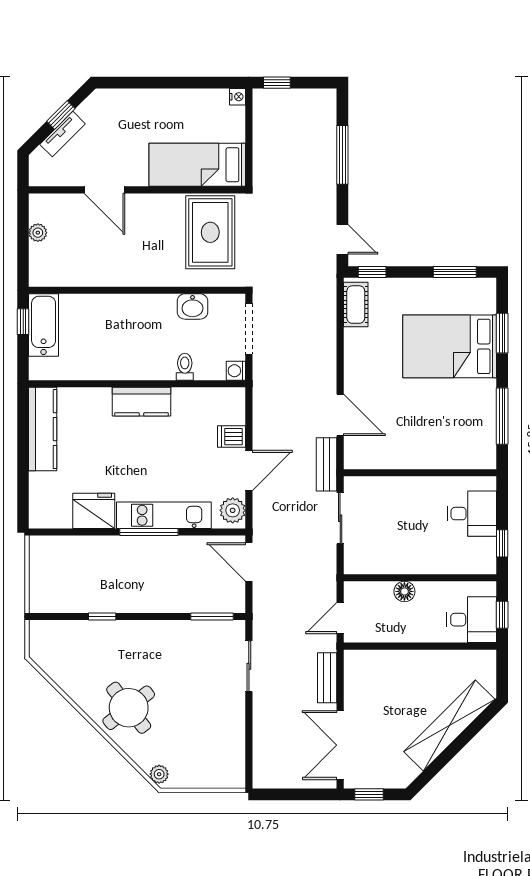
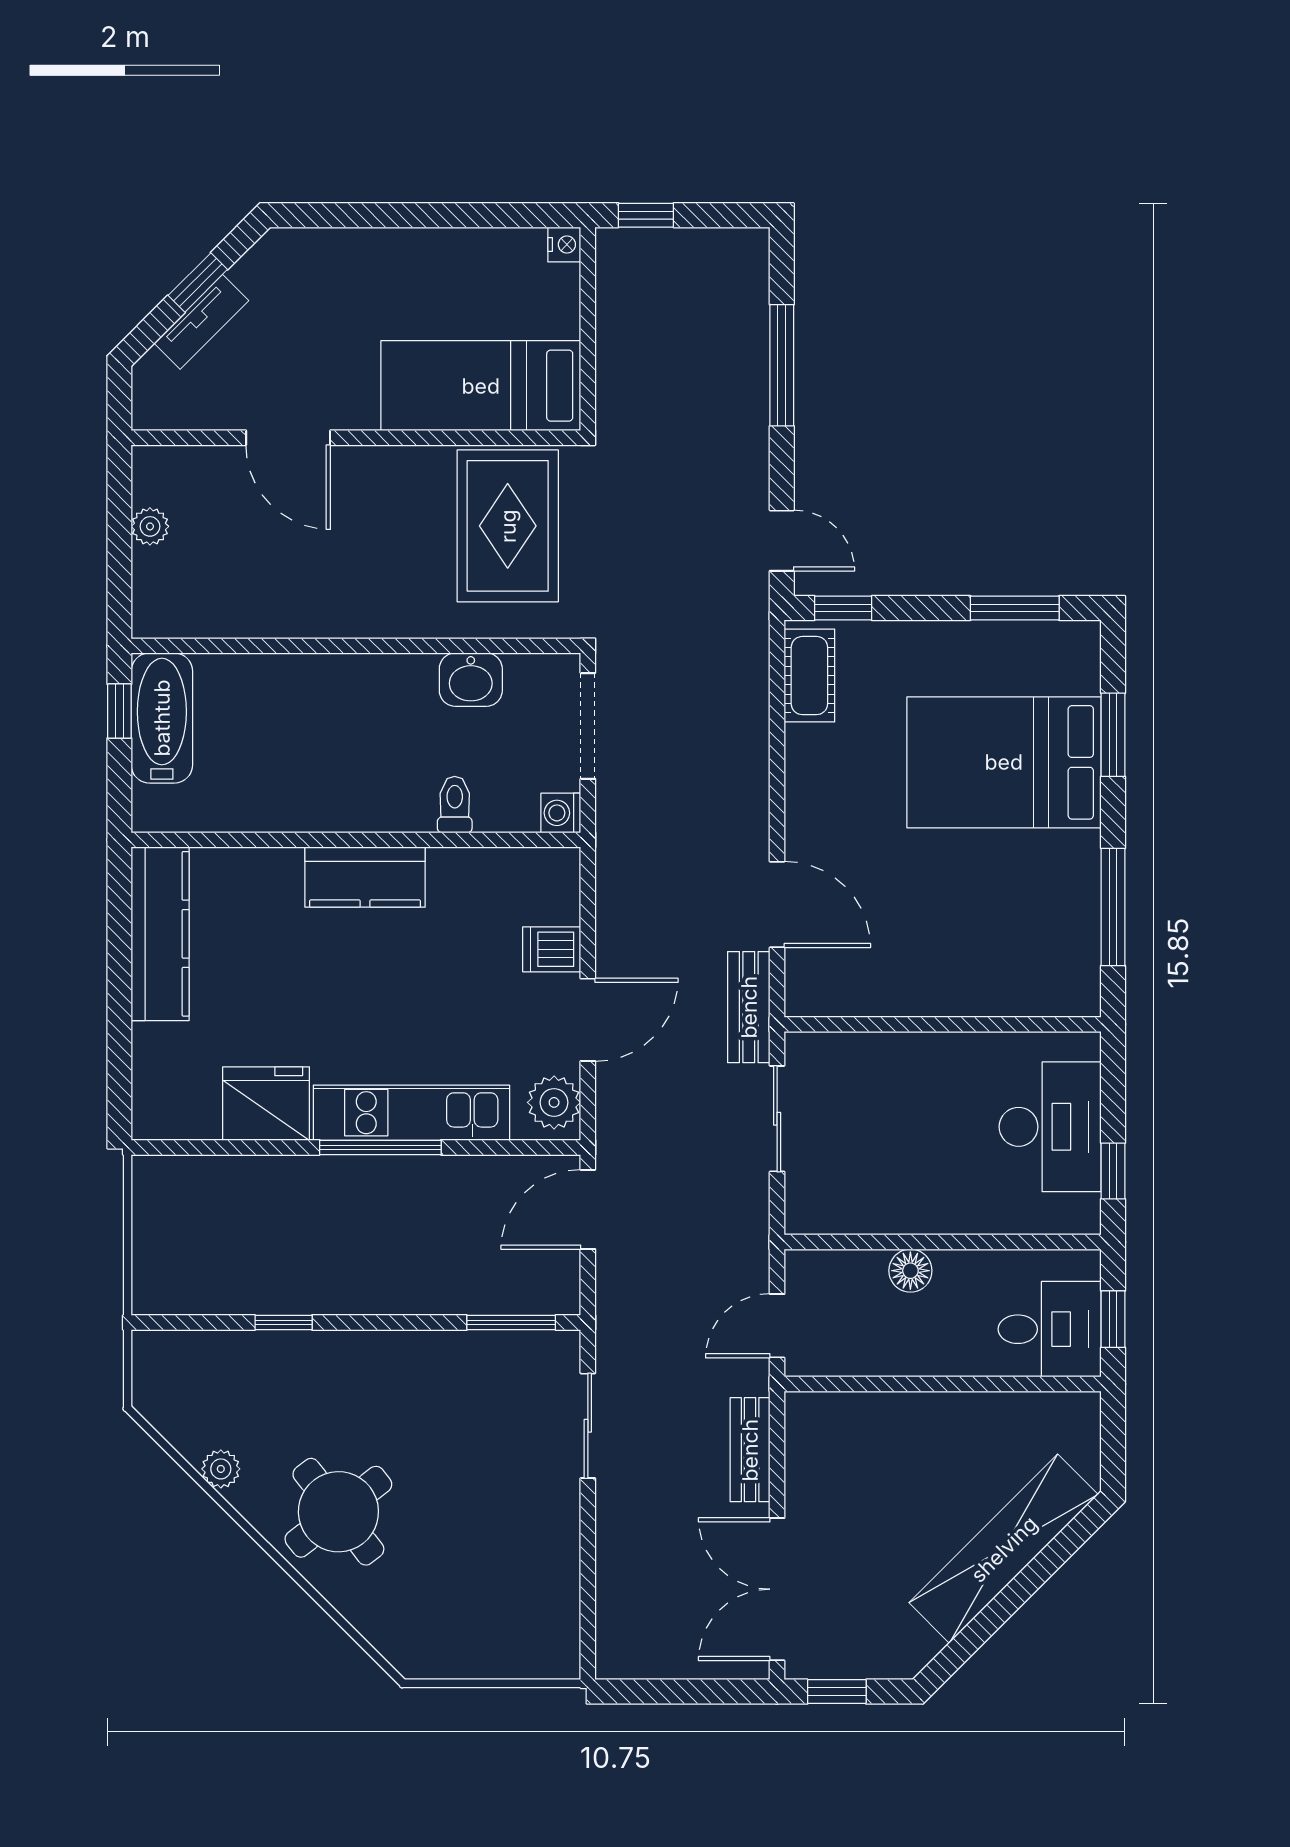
desk: (472, 514) -> (1050, 1127), width x1.37
door: (249, 562) -> (588, 1209), hinge flipped
plant: (159, 774) -> (221, 1469), moved

